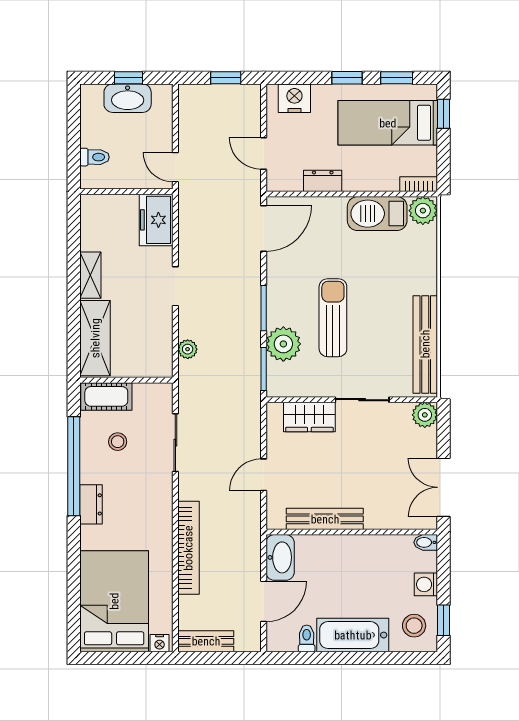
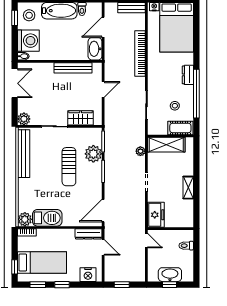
dresser: (323, 181) -> (88, 234), moved, width x1.44
shelving: (95, 338) -> (166, 145), moved, turned 90
washing machine: (426, 584) -> (28, 41), width x1.89, depth x1.89

